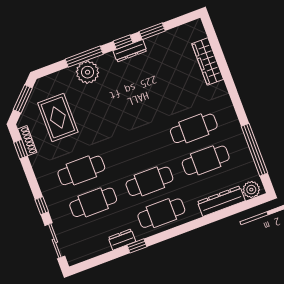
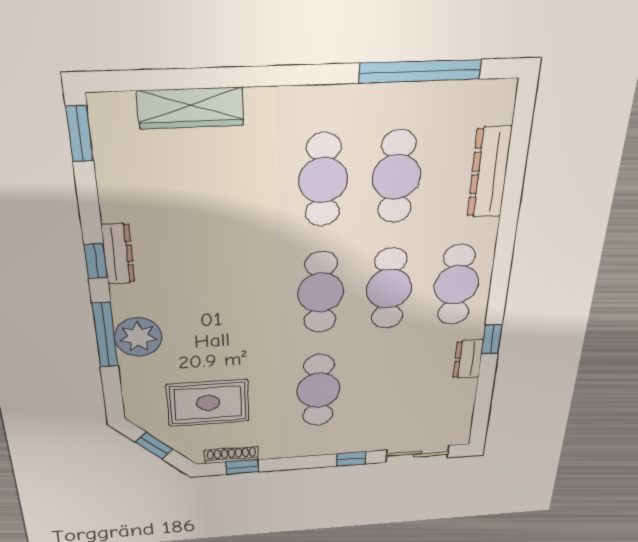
window: (152, 31) -> (80, 134), moved
window: (23, 99) -> (154, 446), width x0.67
plant: (251, 190) -> (497, 106), removed
cafe table: (93, 202) -> (321, 293), moved

